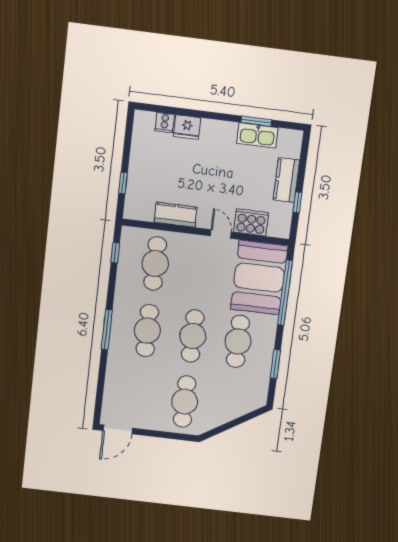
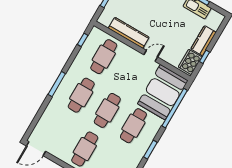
kitchen counter: (176, 215) -> (129, 33), width x1.50
cooker: (251, 222) -> (190, 62), moved, turned -90
door: (221, 234) -> (151, 56), hinge flipped

